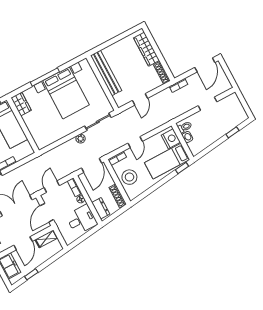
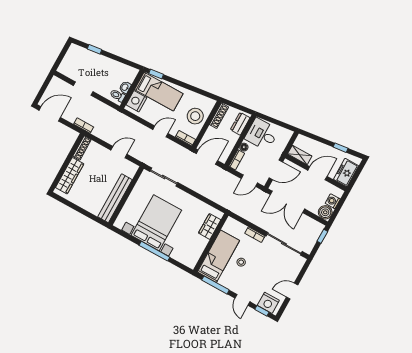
wardrobe: (21, 104) -> (210, 226), moved
plant: (81, 139) -> (189, 183), removed

